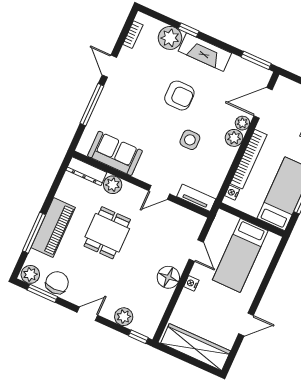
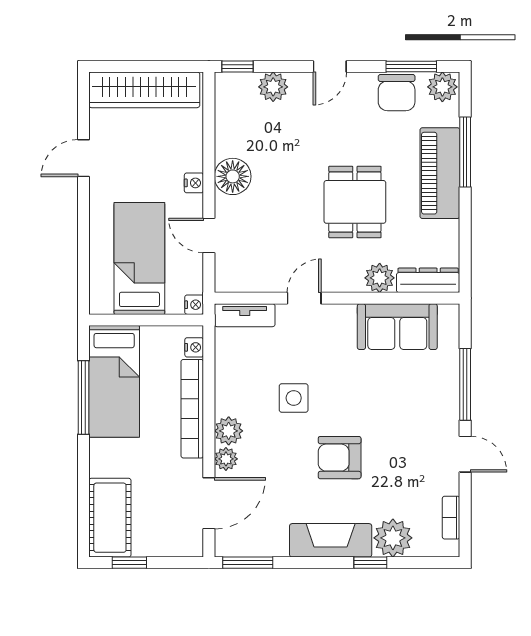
nightstand: (222, 216) -> (194, 305), added

